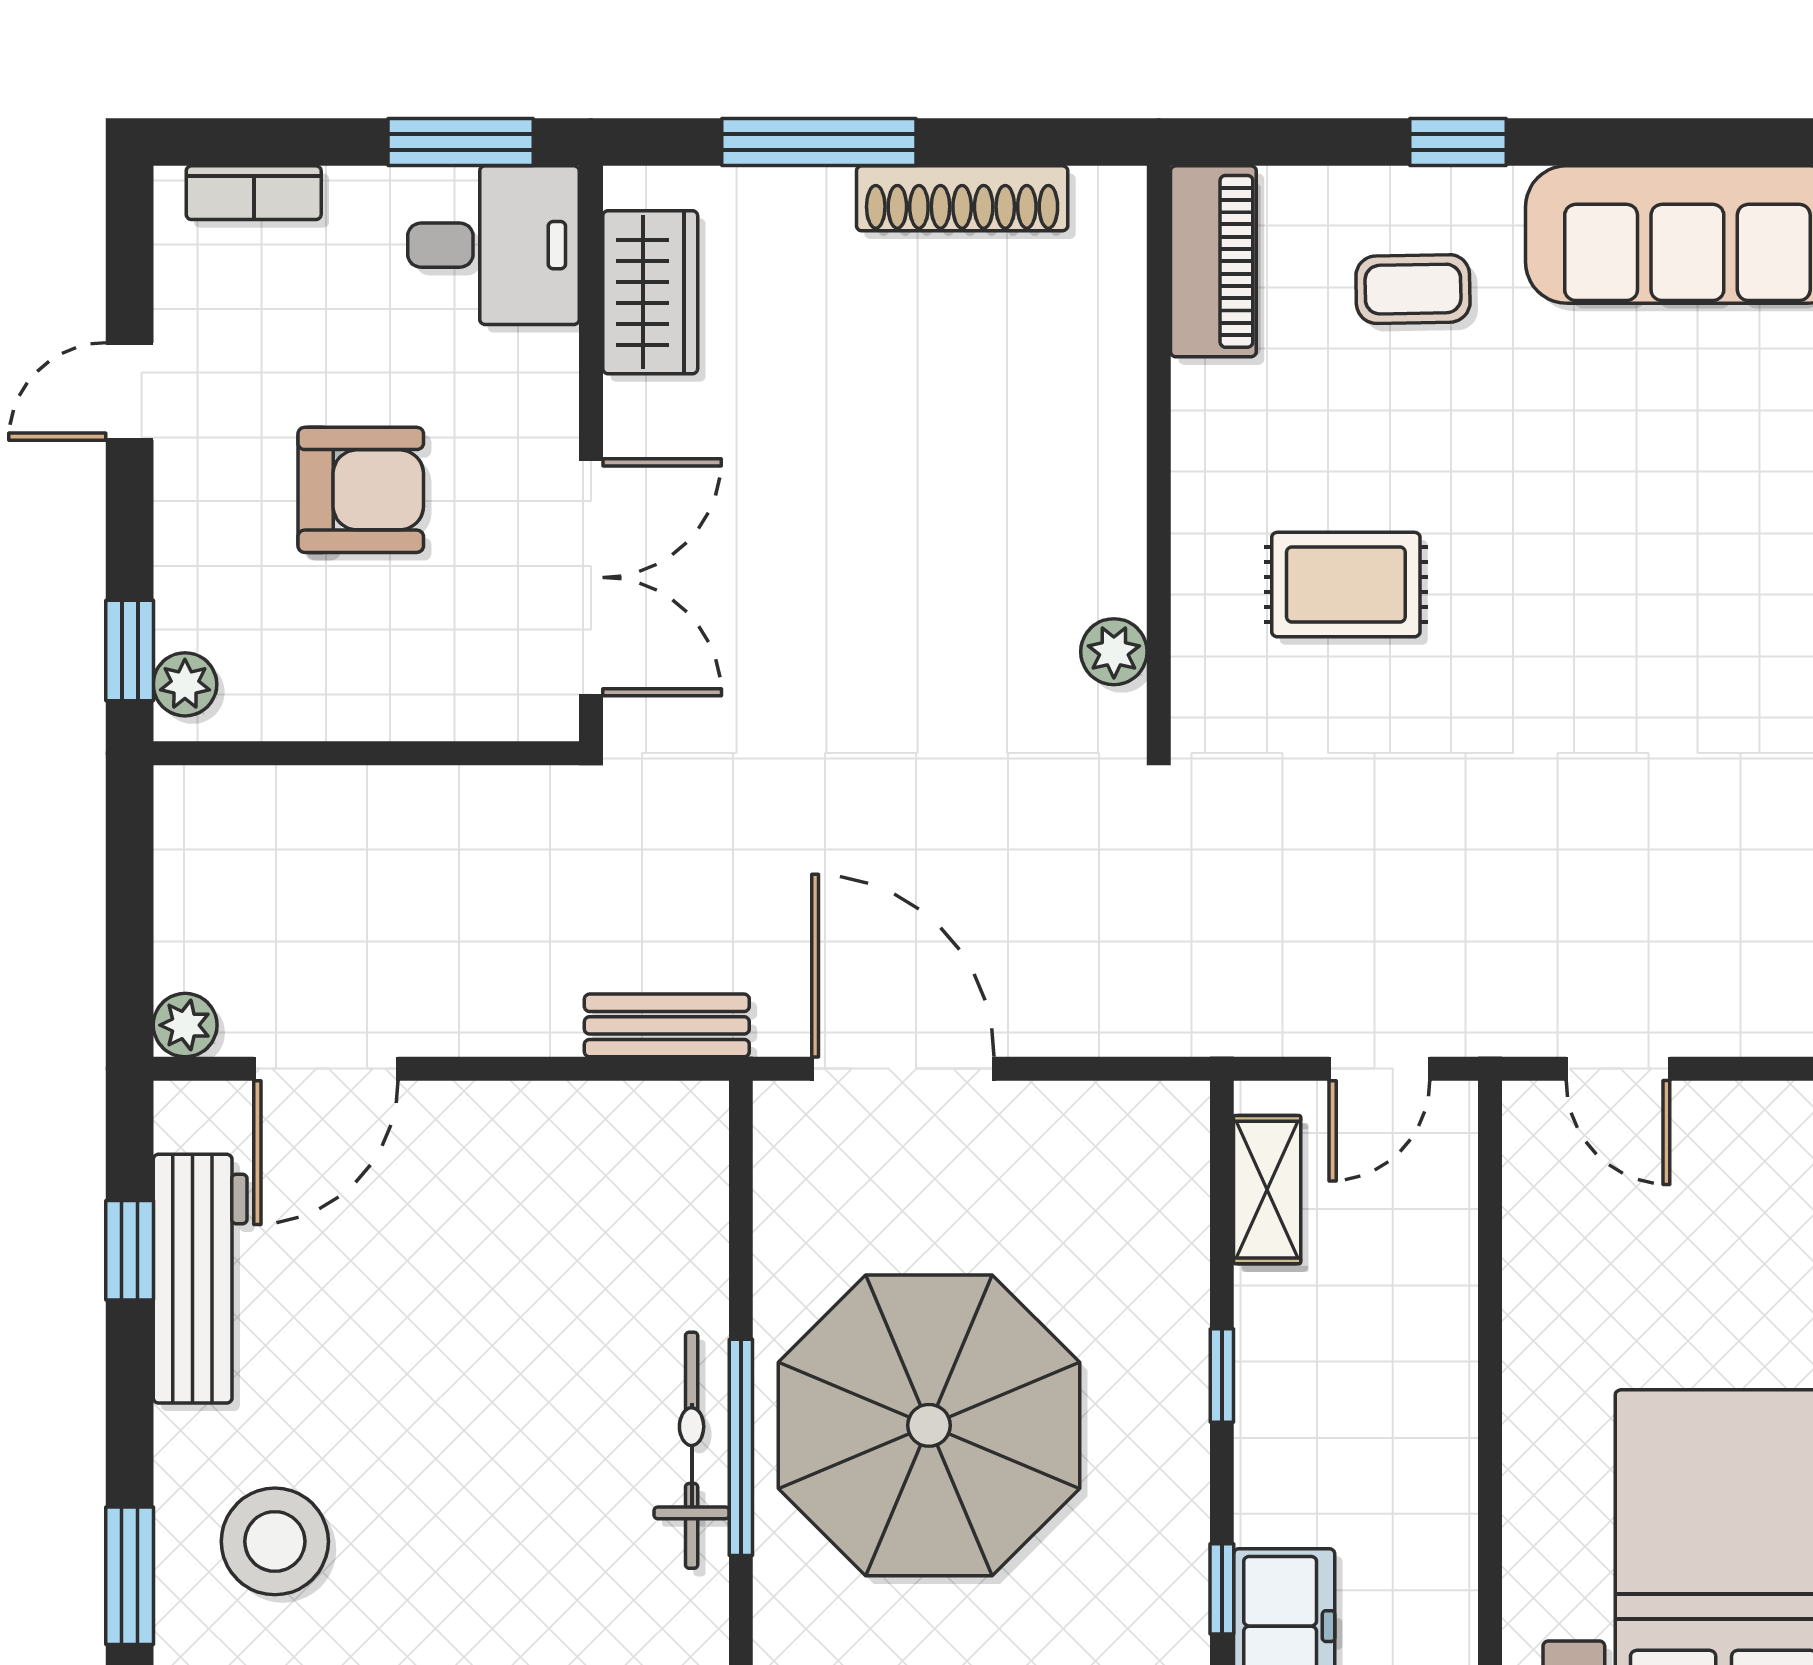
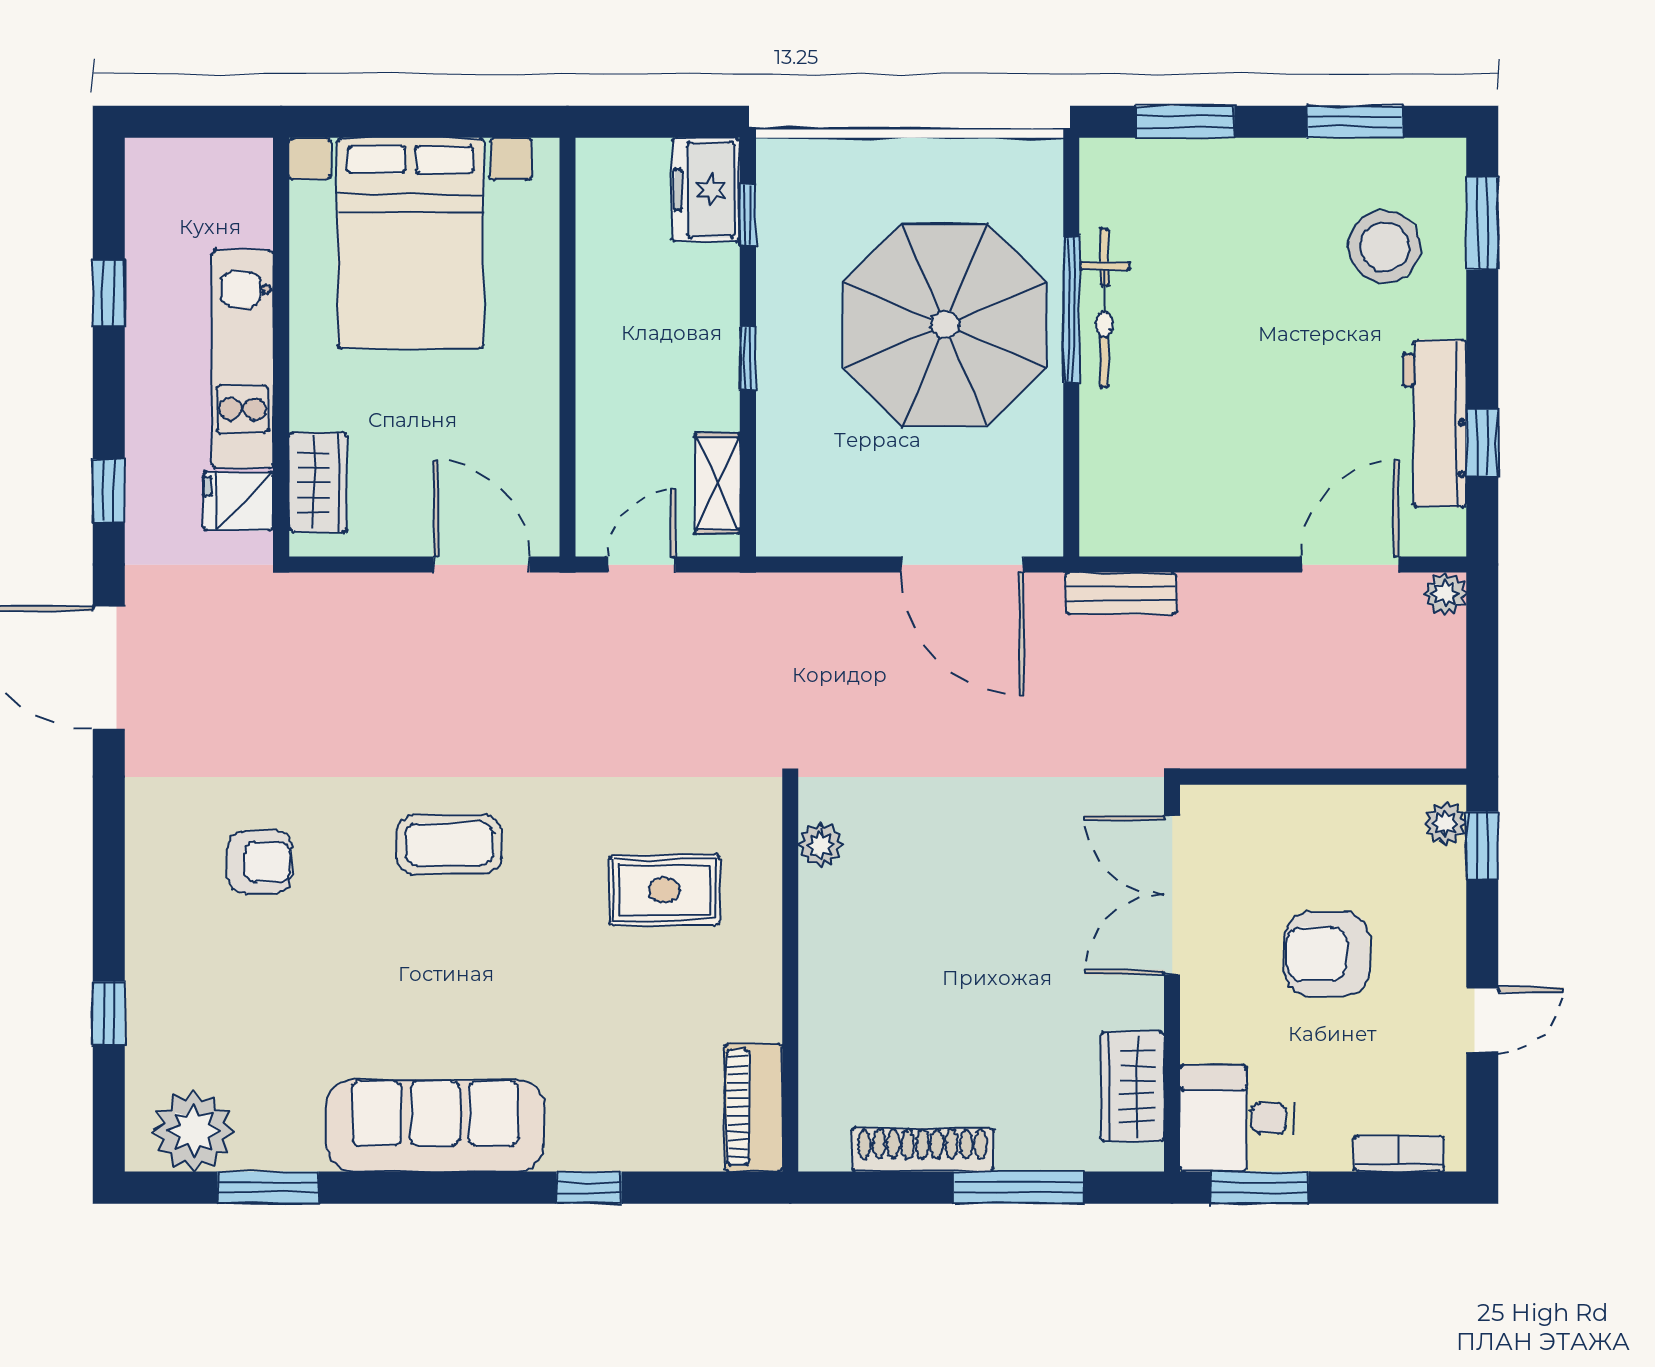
coffee table: (1413, 289) -> (449, 844), moved, width x1.36, depth x1.30
door: (1618, 1069) -> (481, 565), width x1.38

